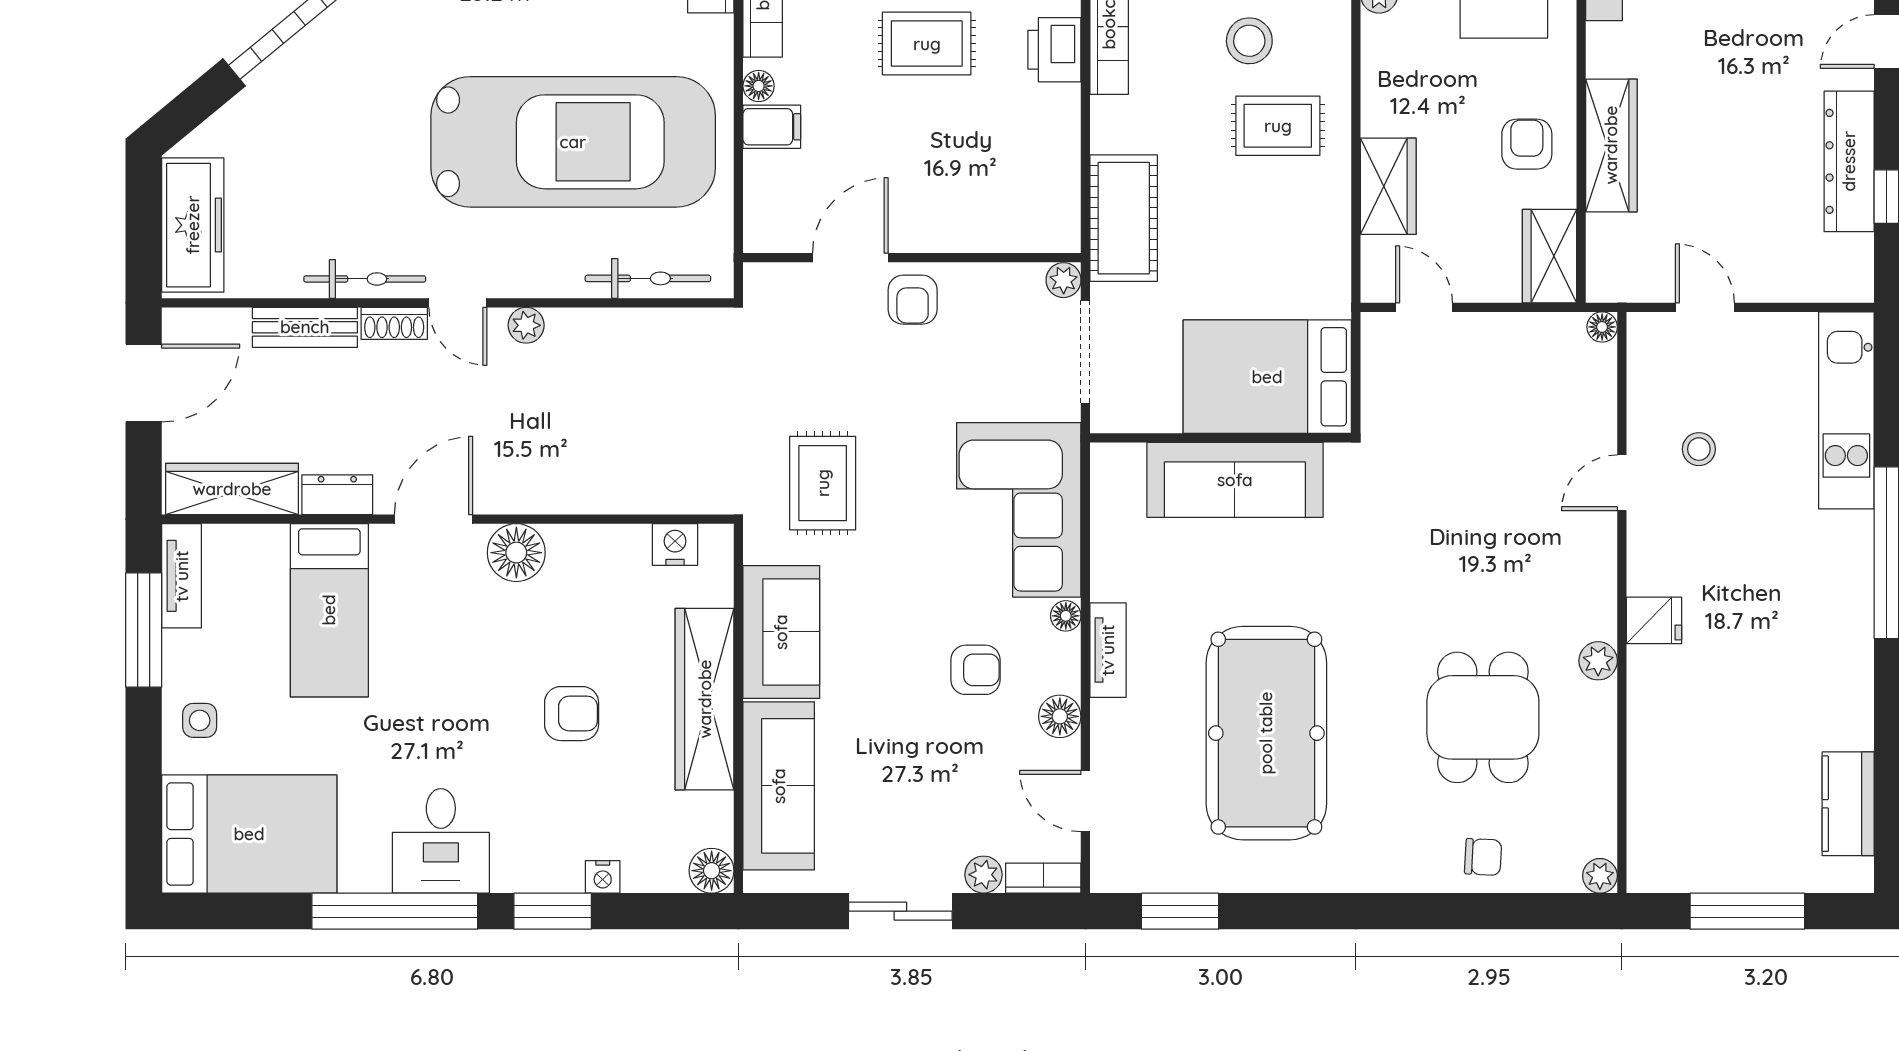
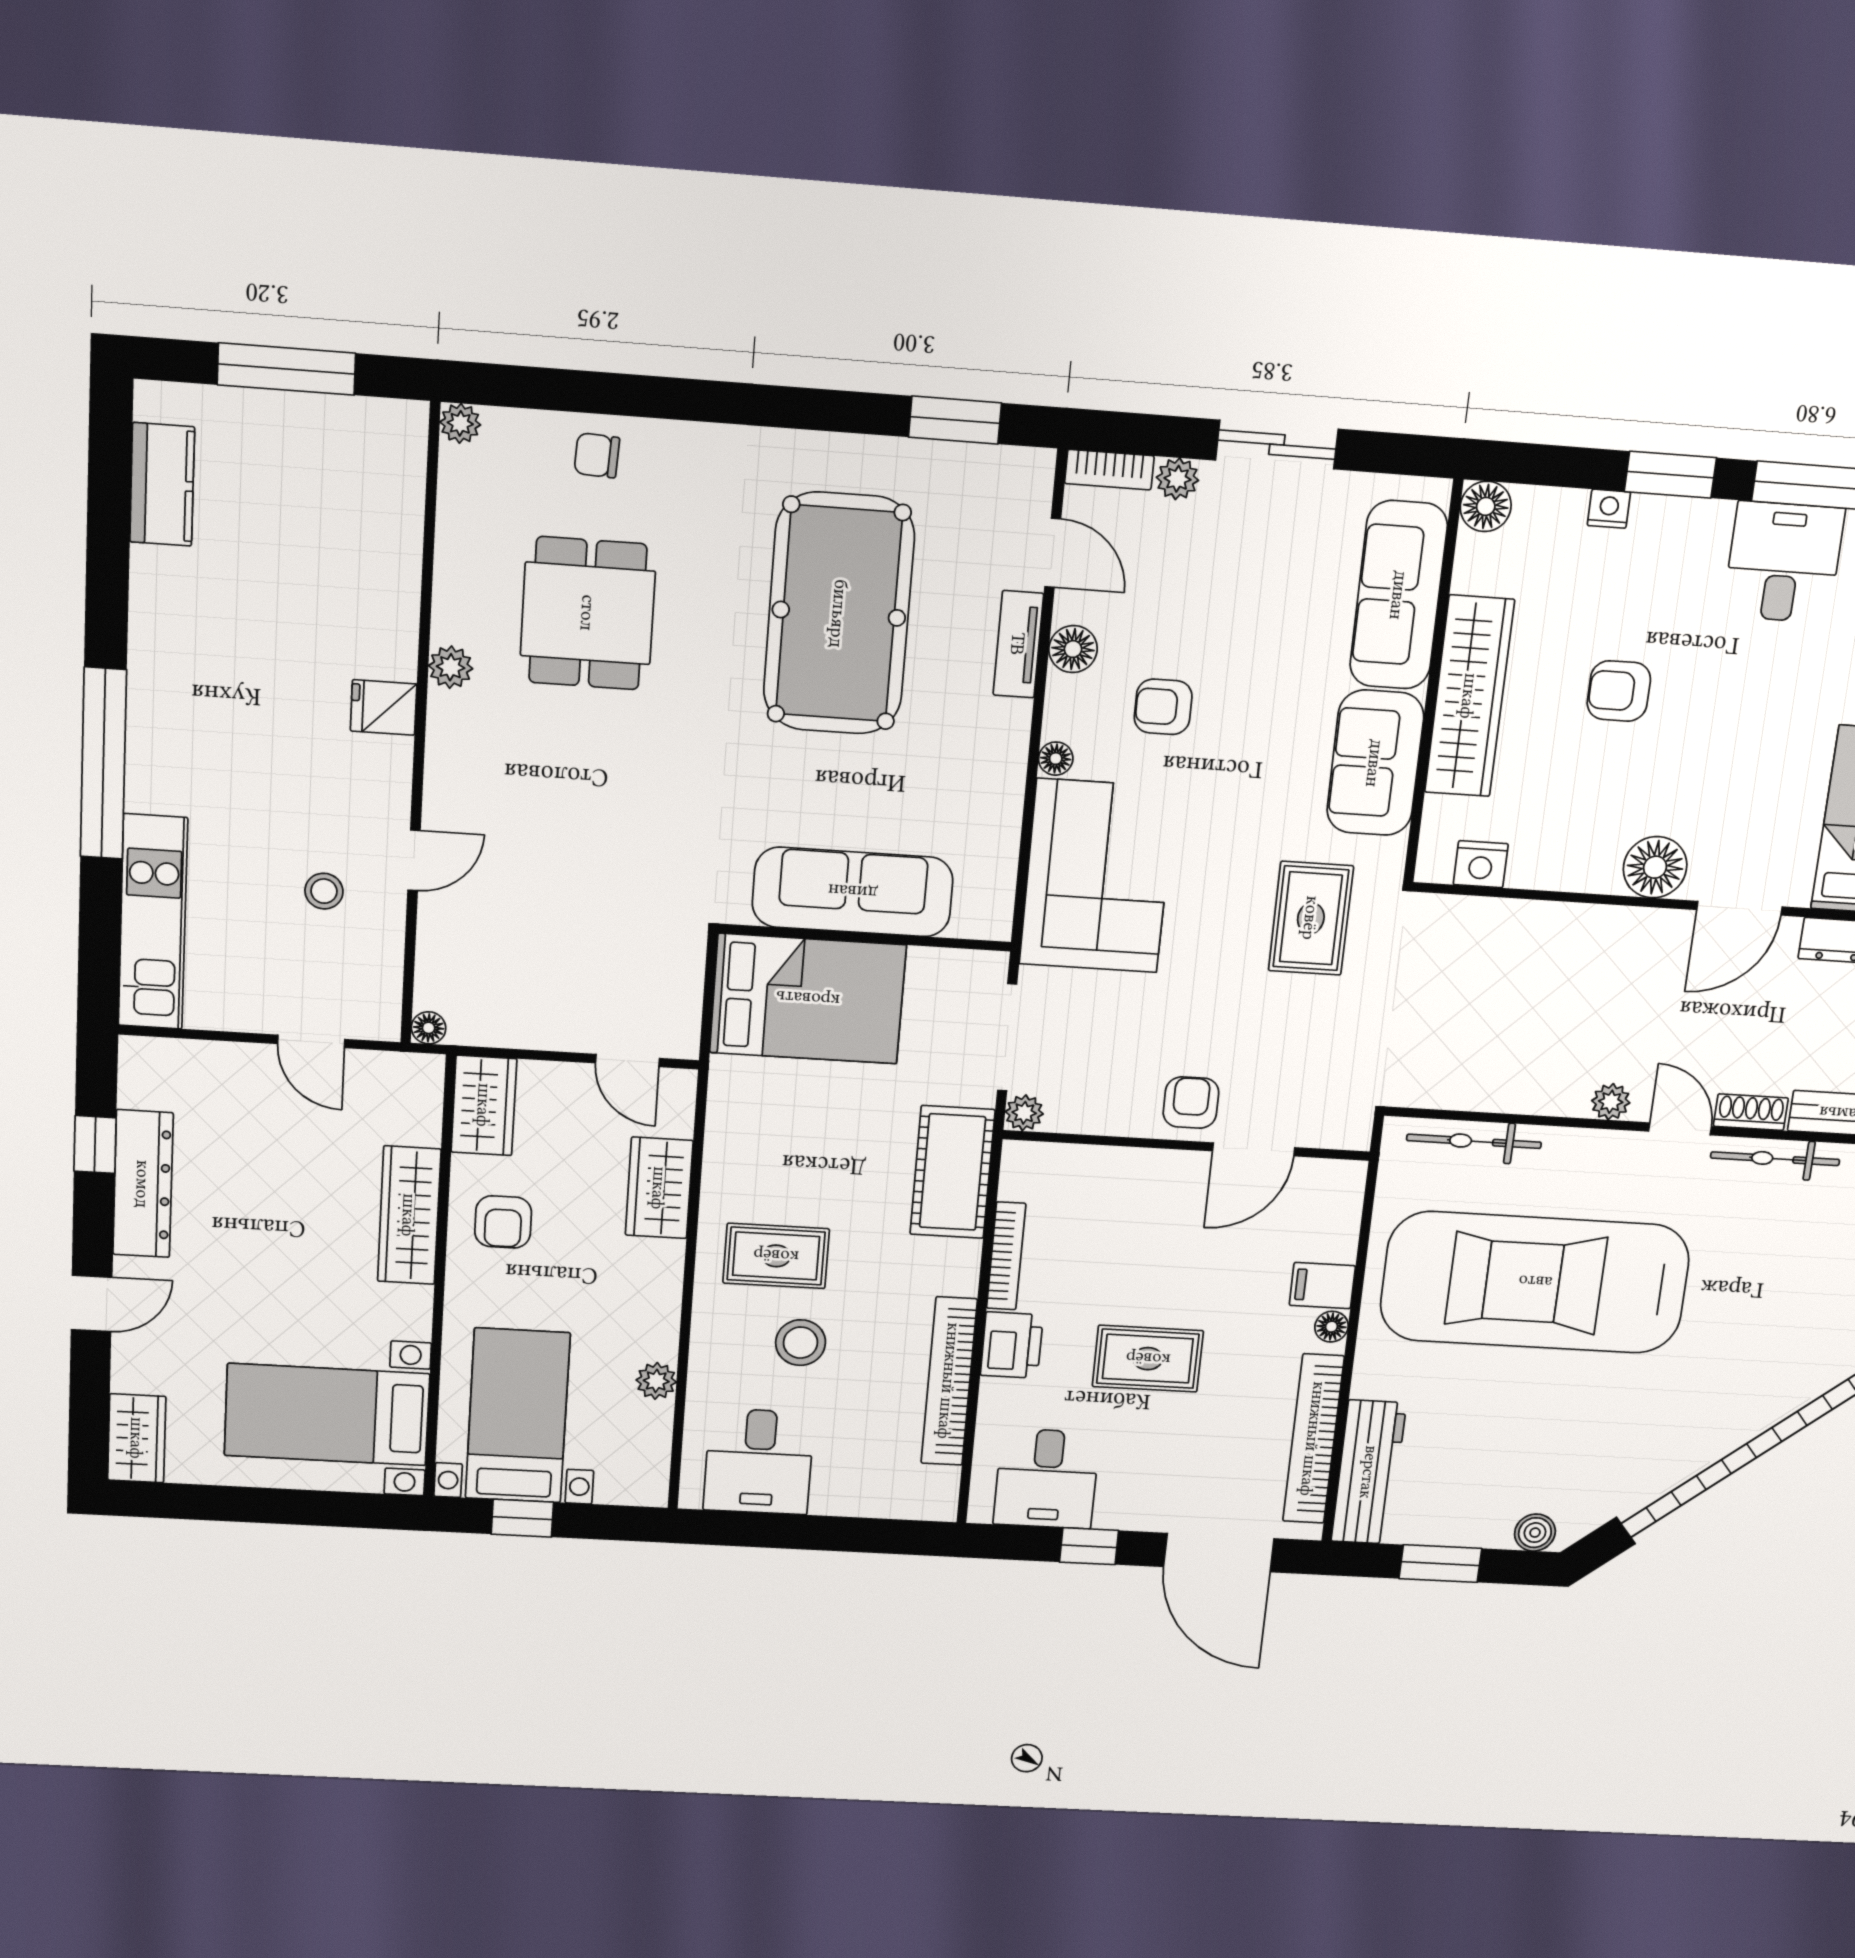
bookcase: (1067, 139) -> (1006, 1256), added
tv unit: (1108, 650) -> (1018, 644), moved

